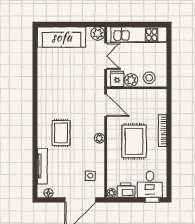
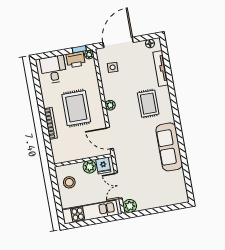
sofa: (62, 37) -> (169, 147), moved, turned -90
stool: (149, 78) -> (69, 182), moved
window: (152, 200) -> (79, 49), moved

